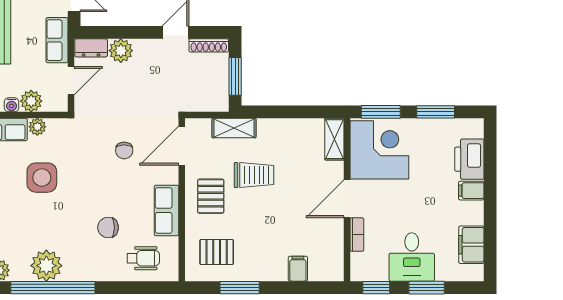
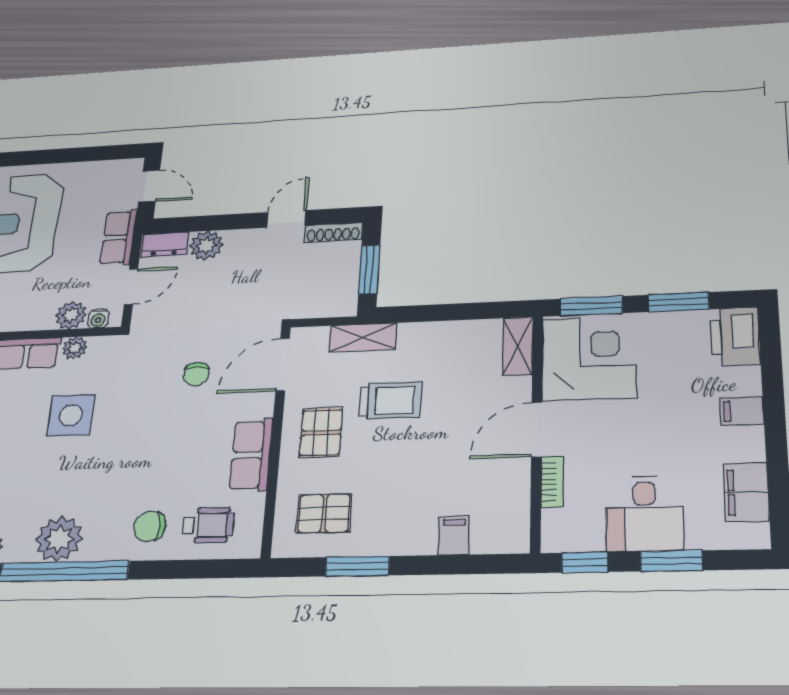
water cooler: (12, 105) -> (98, 319), moved
printer: (469, 159) -> (735, 336), moved
chair: (108, 228) -> (150, 526), moved

